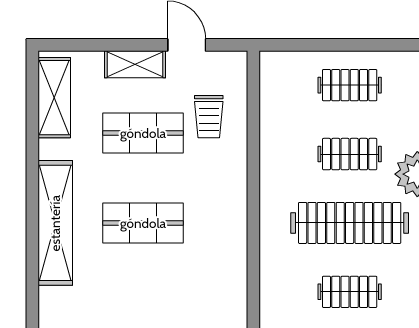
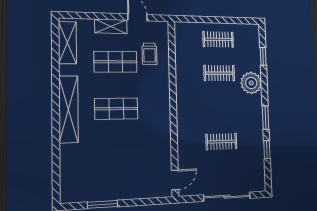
clothes rail: (350, 223) -> (220, 107), removed

